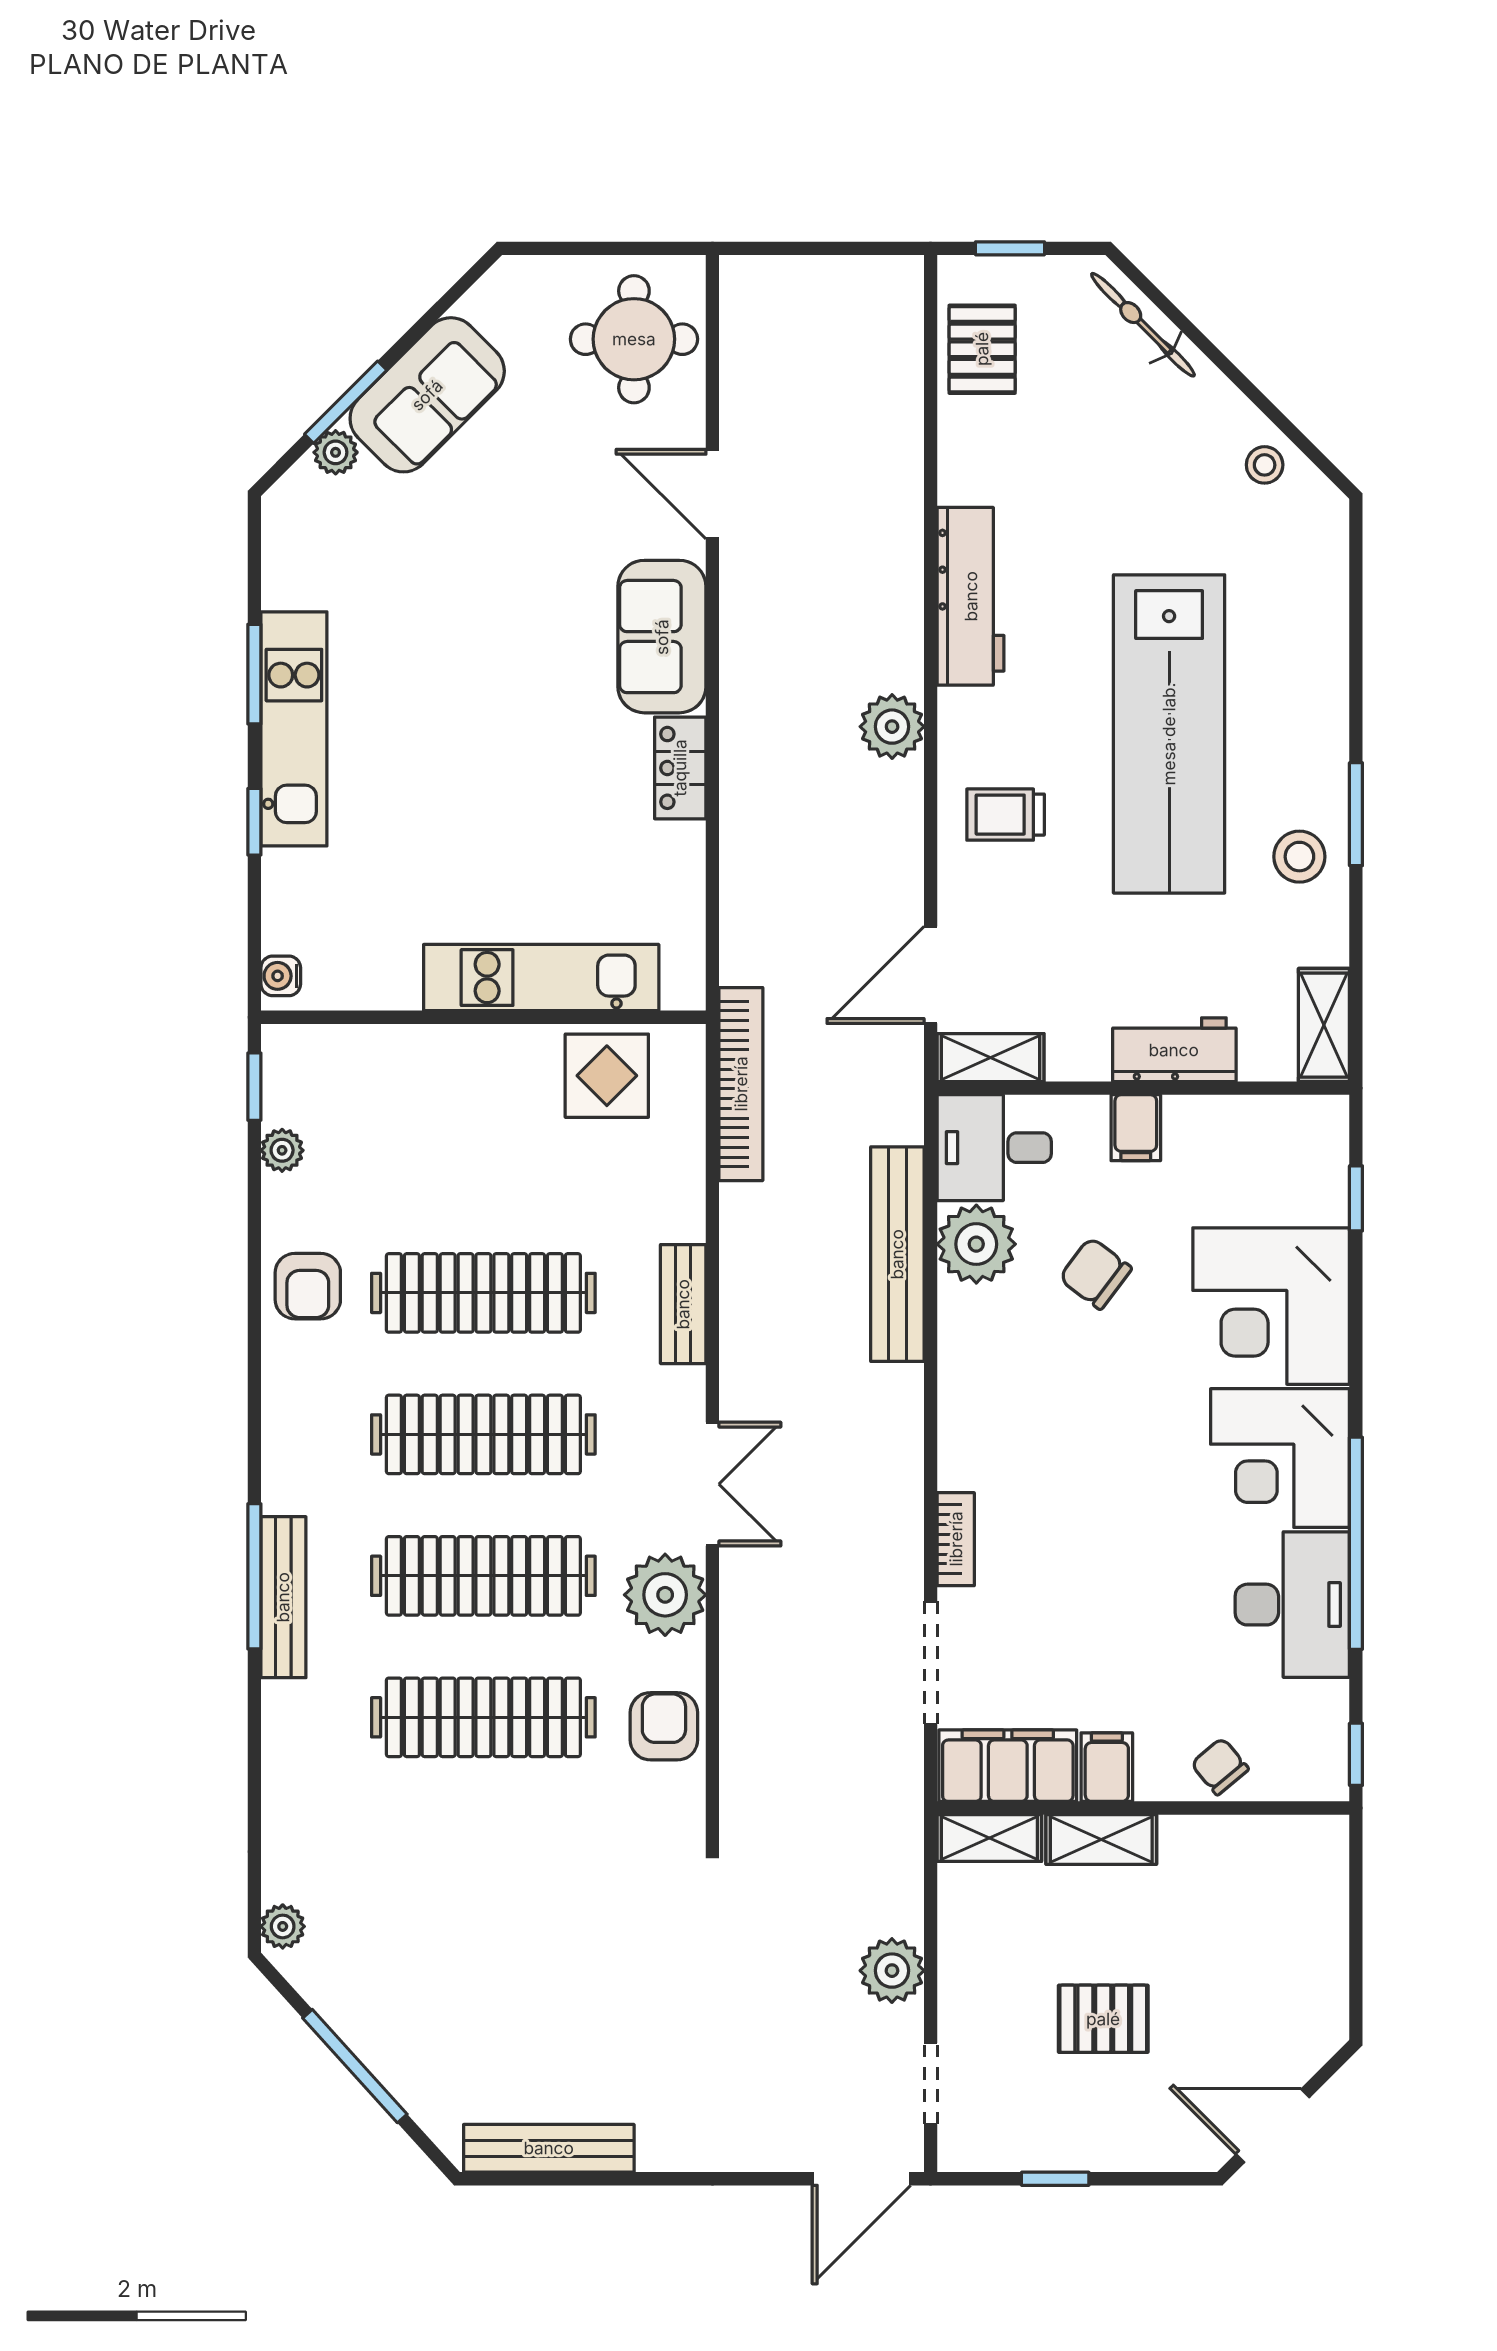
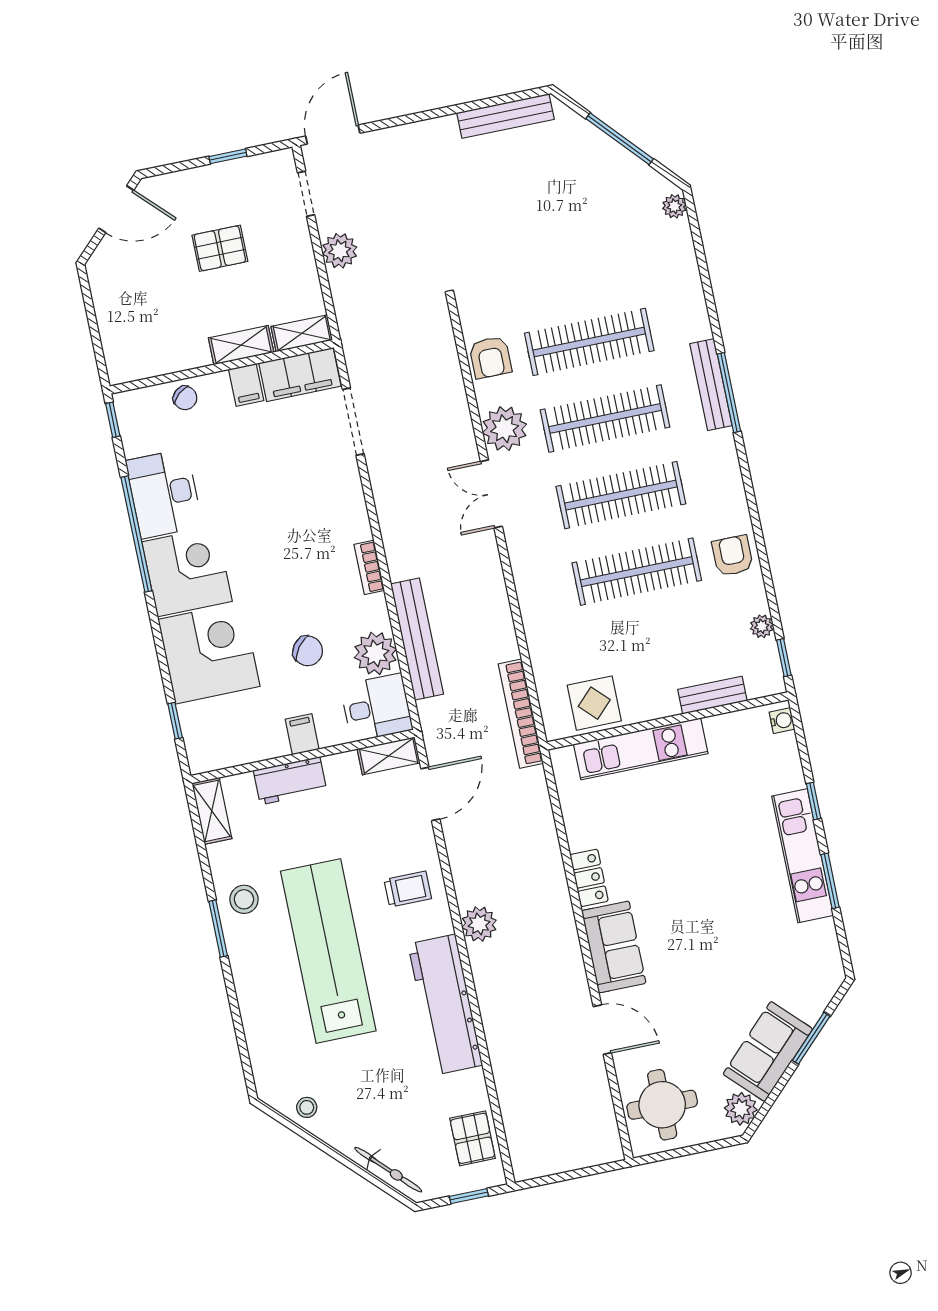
plant: (336, 452) -> (741, 1109), moved, width x1.38, depth x1.38
workbench: (971, 596) -> (445, 1005), width x1.36, depth x1.32
bench: (683, 1304) -> (712, 695), moved, turned 90
bookcase: (956, 1539) -> (369, 567), moved

